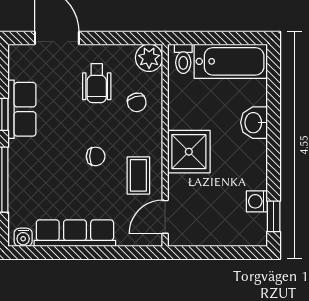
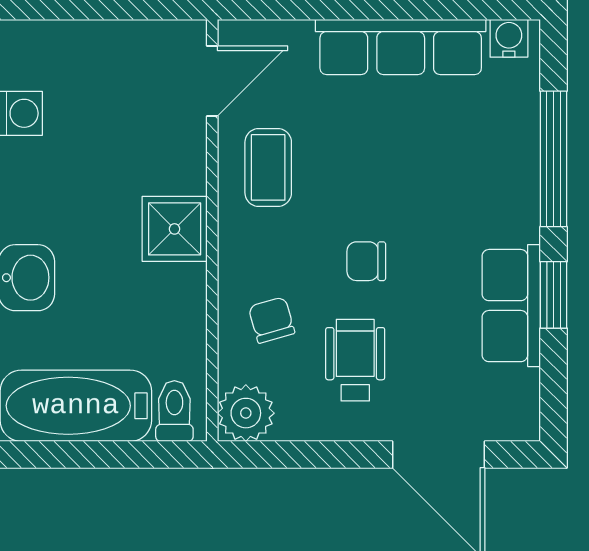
shower: (189, 152) -> (175, 229), width x0.73, depth x0.73
chair: (96, 156) -> (366, 261), moved

